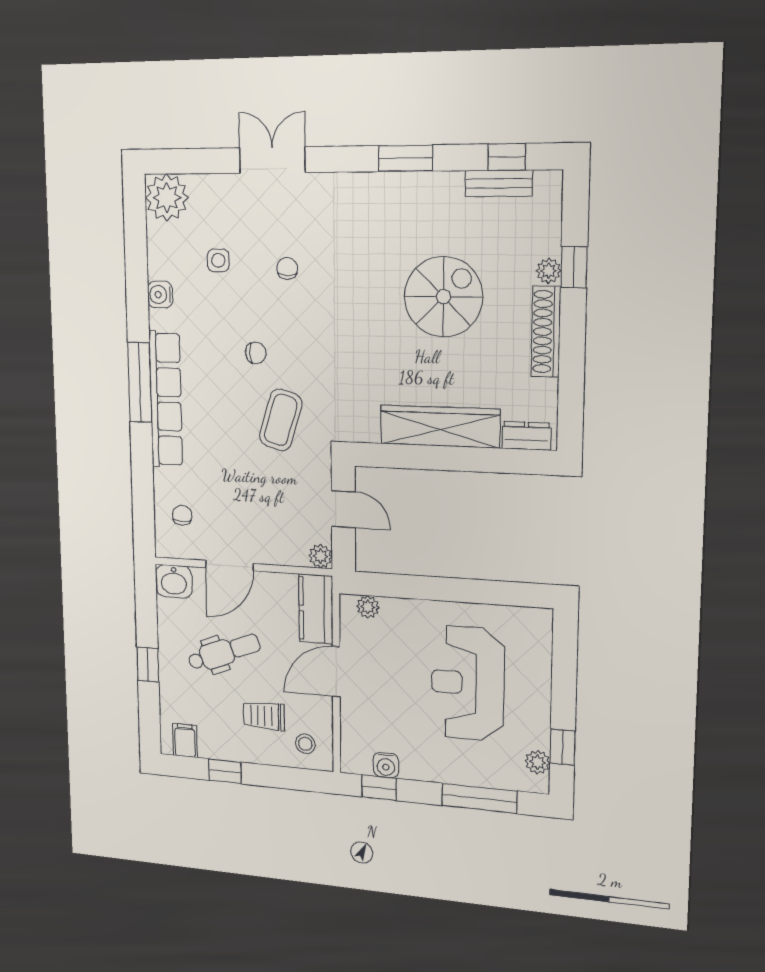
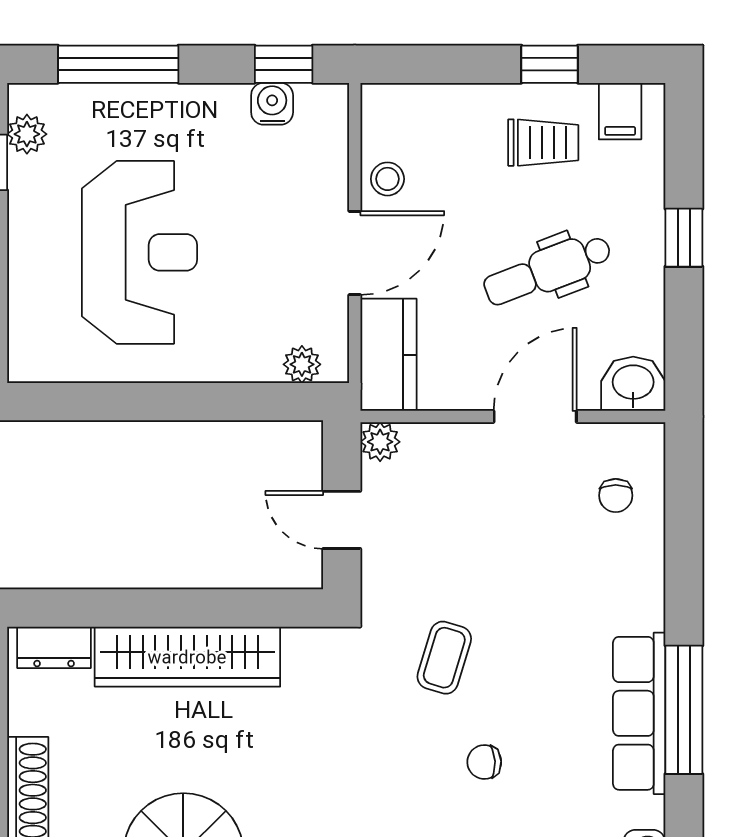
row of seats: (166, 399) -> (639, 713), width x0.73
coffee table: (281, 420) -> (444, 658), width x0.73, depth x0.77
trolley: (264, 716) -> (543, 143), moved
stool: (305, 744) -> (387, 179), moved

